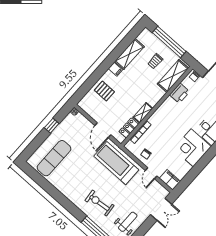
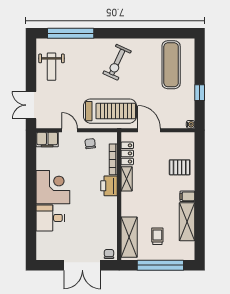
printer: (180, 93) -> (109, 186), moved
exercise bike: (100, 203) -> (117, 62), moved, turned 121

